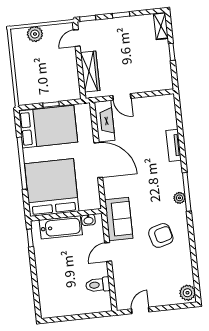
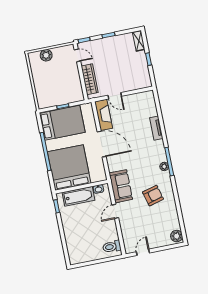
door: (77, 38) -> (77, 55), swing flipped
toilet: (98, 285) -> (112, 247), moved

